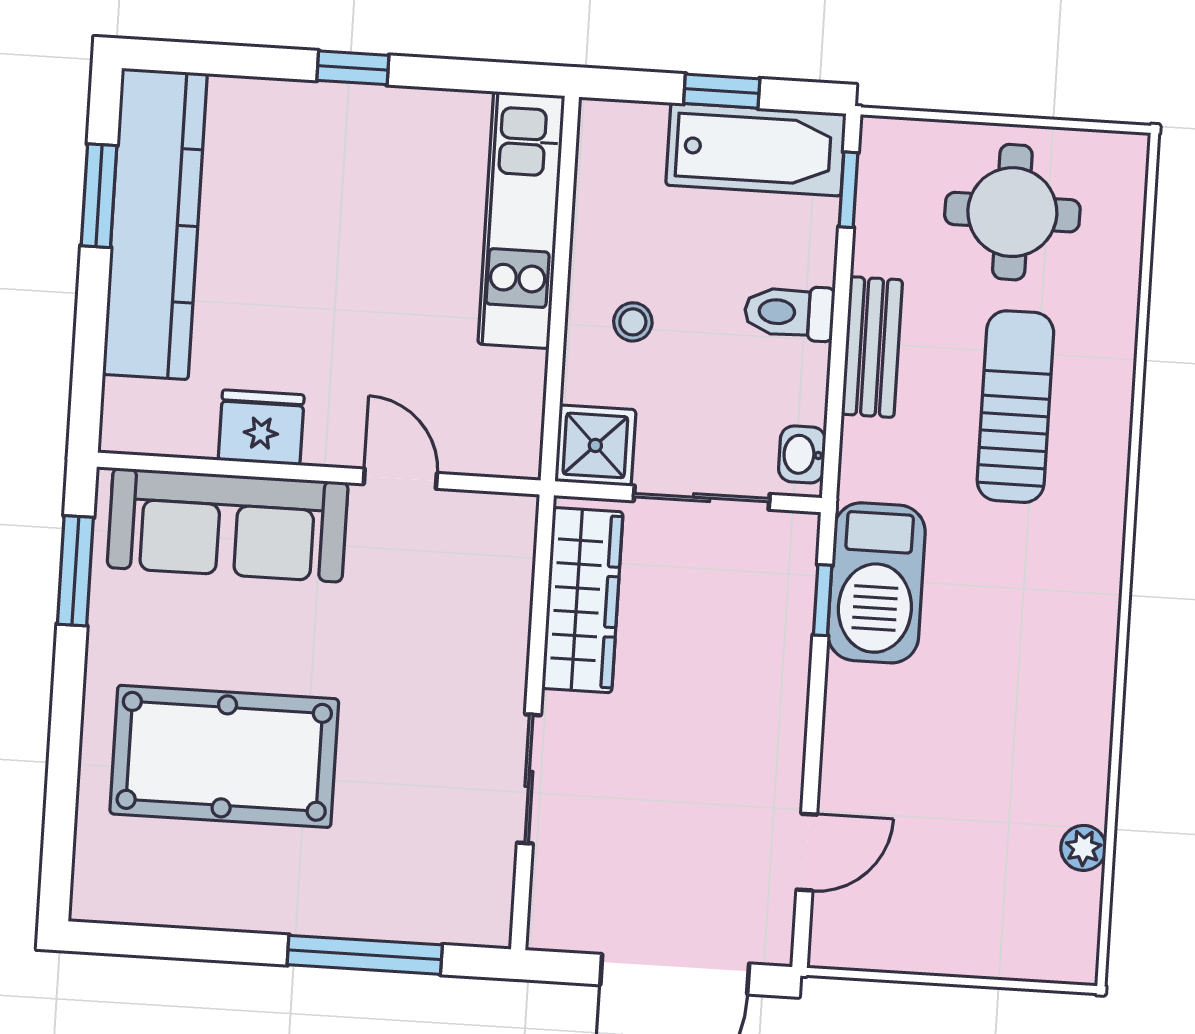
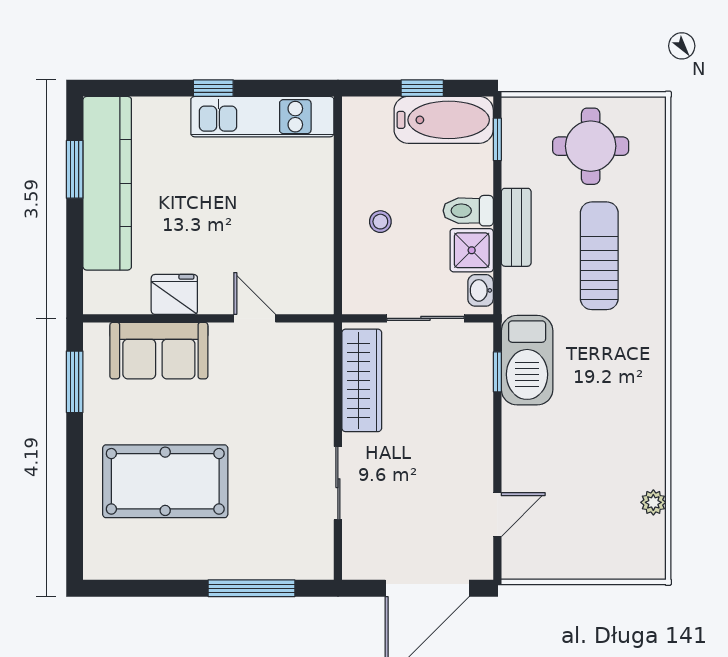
kitchen unit: (521, 220) -> (262, 117), moved, turned -90
shower: (595, 445) -> (472, 250), moved
sofa: (228, 525) -> (159, 351), width x0.73

